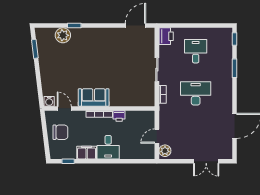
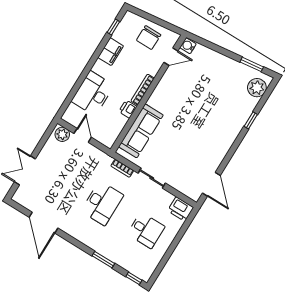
plant: (63, 35) -> (257, 88), moved
sofa: (94, 97) -> (141, 131), moved, width x1.36
desk: (108, 147) -> (93, 93), moved, width x1.37

